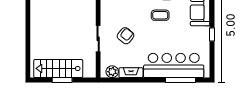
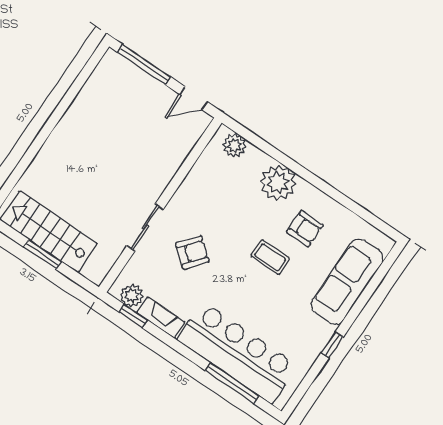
window: (119, 80) -> (133, 316), added

